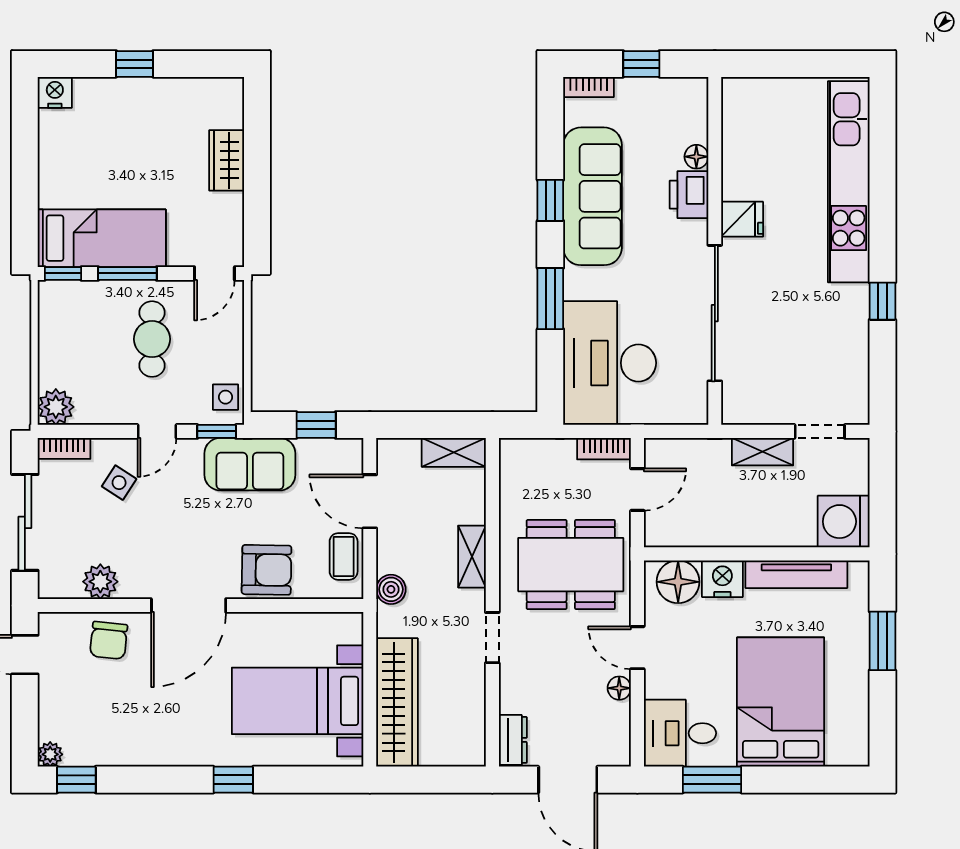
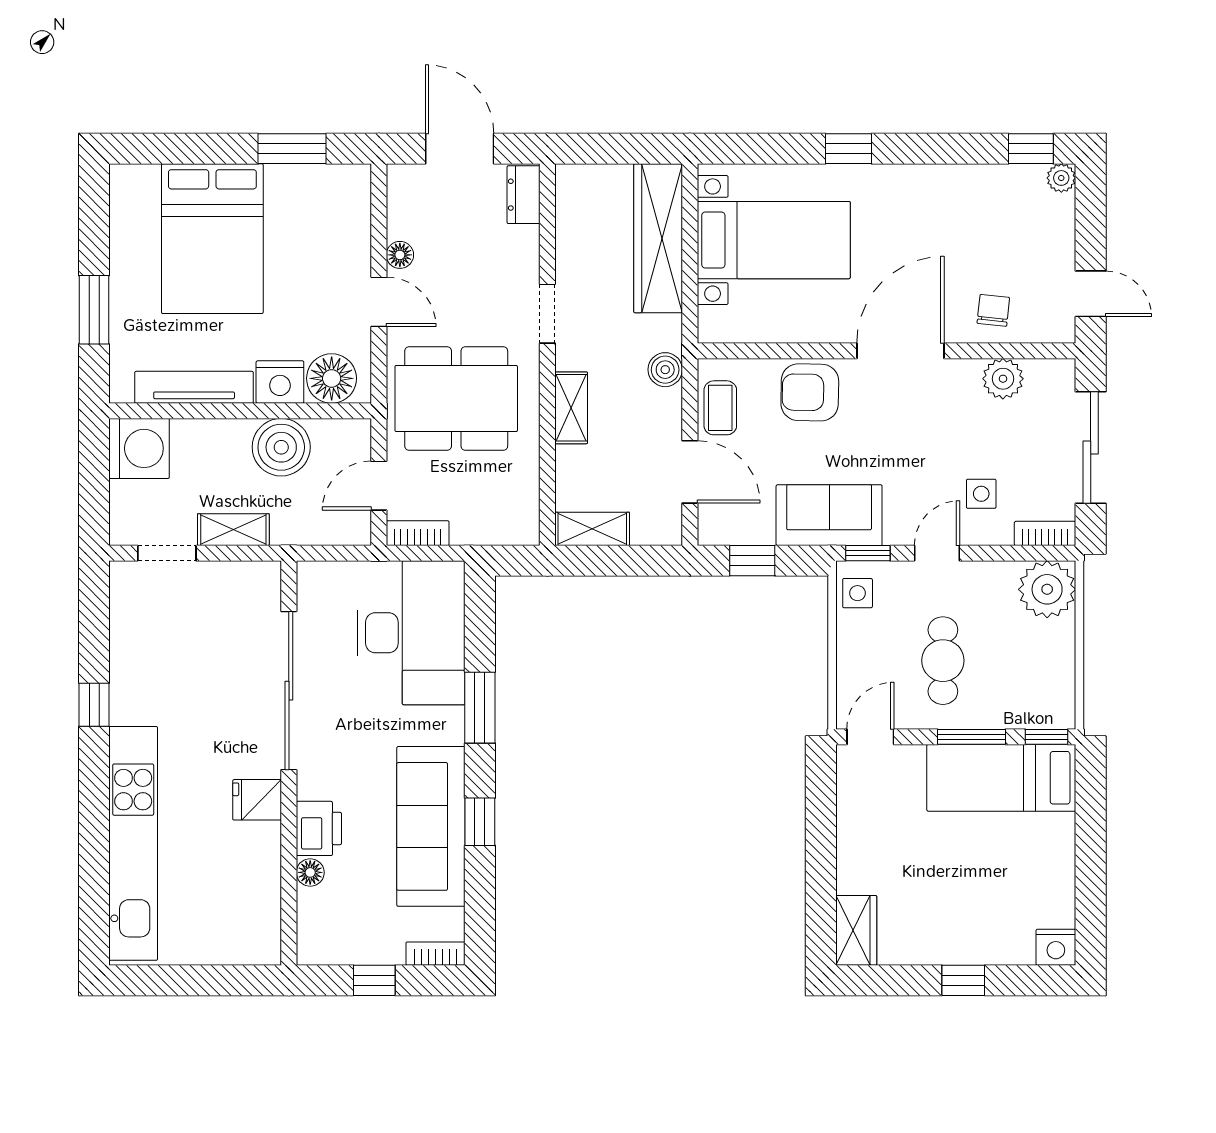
wardrobe: (227, 160) -> (856, 930), moved
plant: (56, 407) -> (1047, 589), width x1.36, depth x1.36
side table: (119, 483) -> (981, 494), turned -33
boiler: (721, 523) -> (281, 447), added
chair: (109, 640) -> (993, 310), width x0.73, depth x0.73
desk: (680, 733) -> (329, 202), removed

